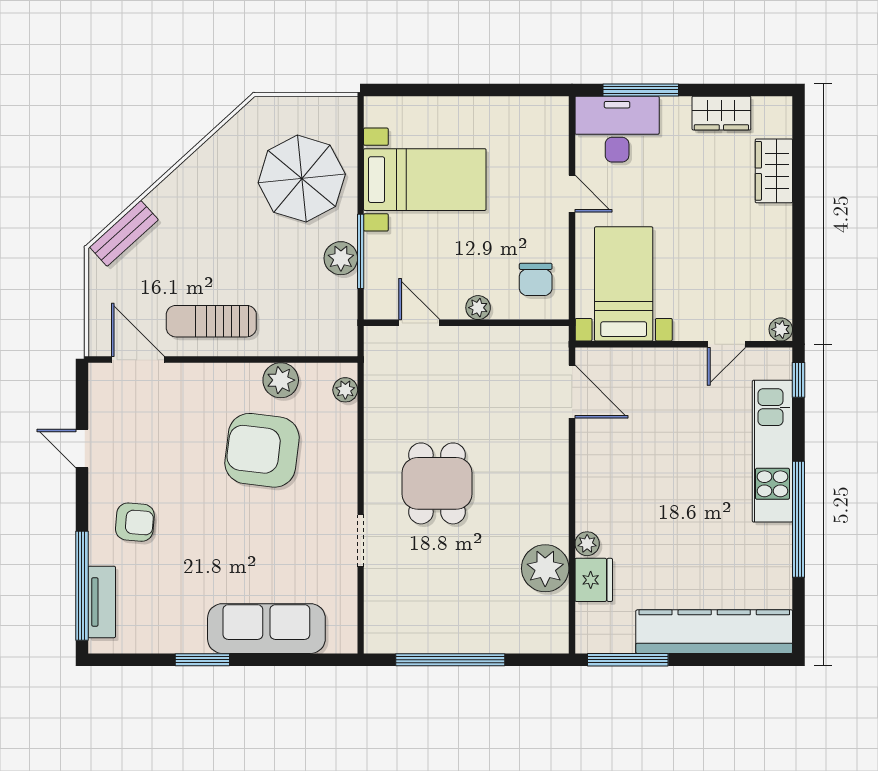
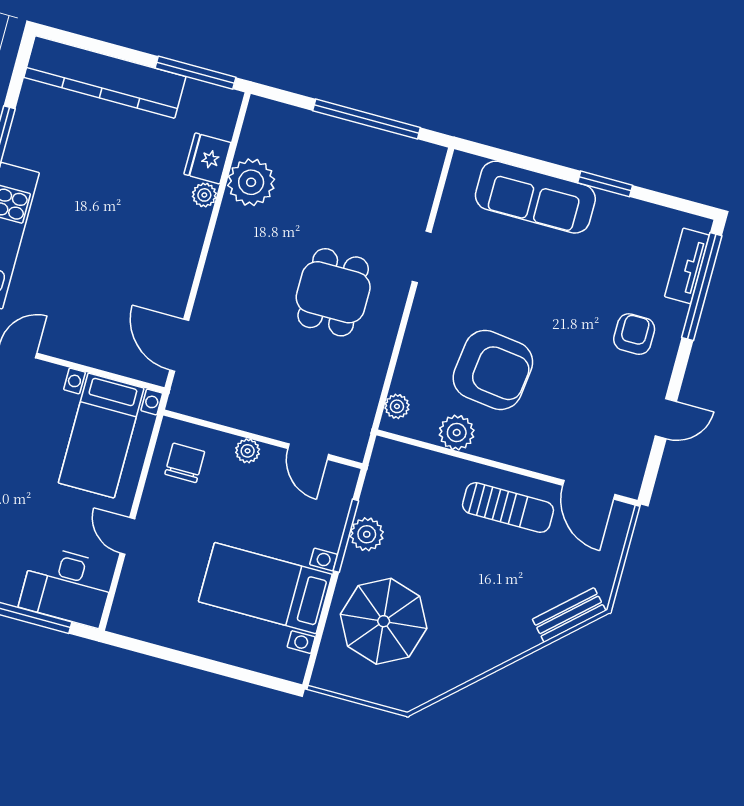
door: (82, 449) -> (666, 419), hinge flipped
armchair: (135, 522) -> (634, 334), turned 85

